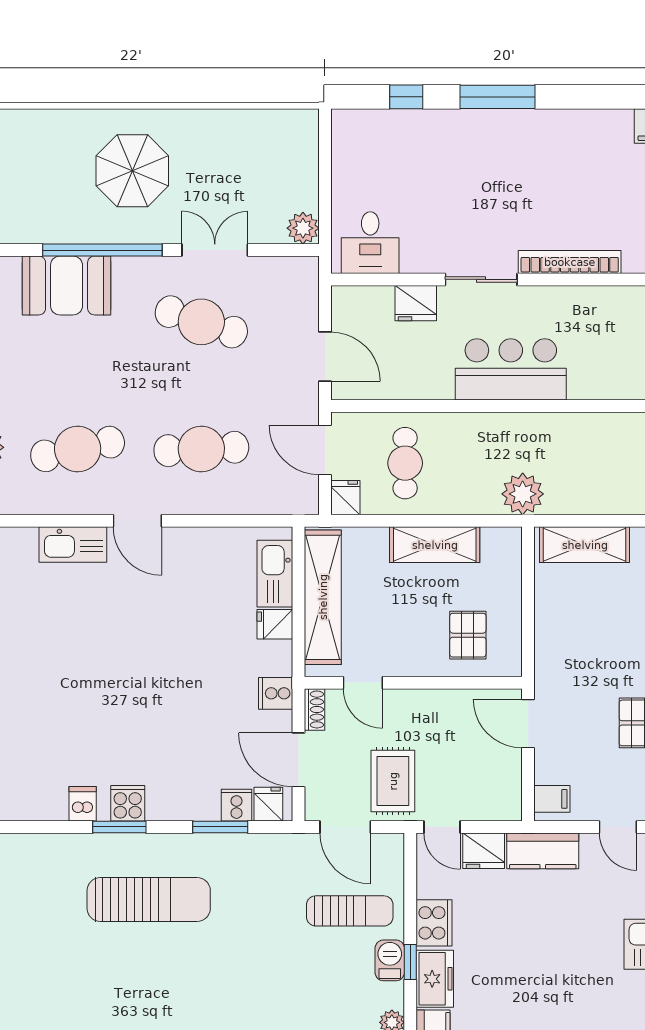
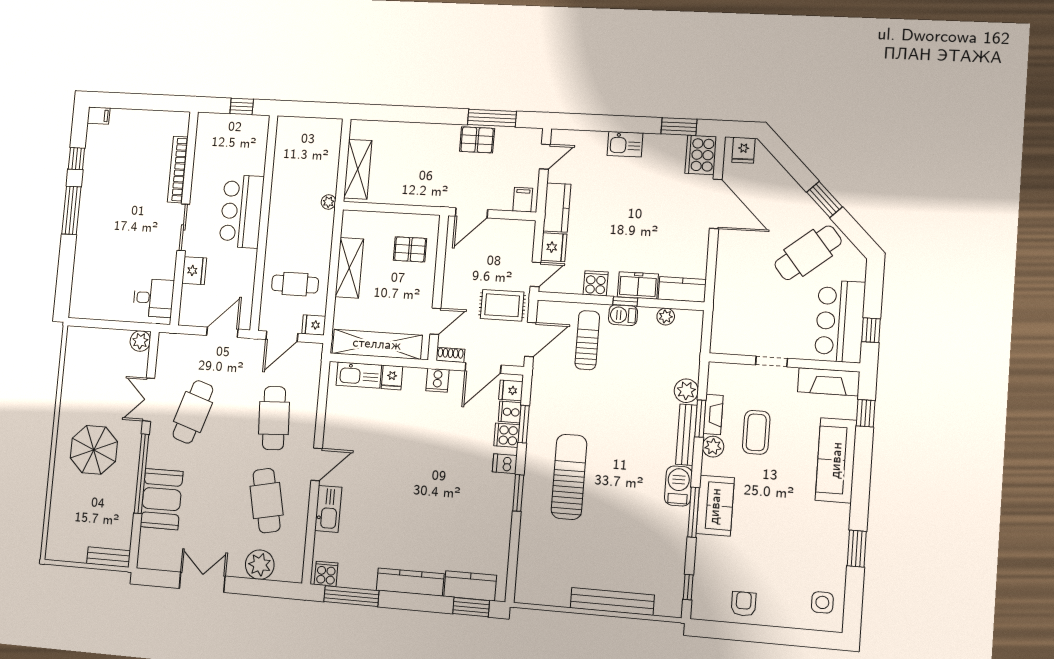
window: (406, 97) -> (76, 159), moved
plant: (523, 494) -> (329, 202), width x0.53, depth x0.53
cooker: (128, 803) -> (507, 435), moved
dishwasher: (83, 804) -> (505, 464), moved
cooker: (434, 923) -> (596, 283), width x0.73

